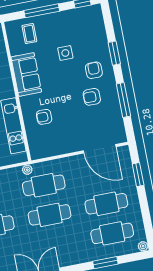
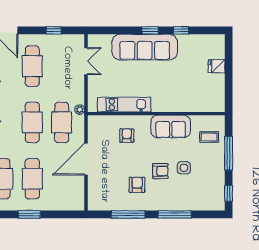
window: (114, 53) -> (175, 214), width x1.44
armchair: (94, 70) -> (160, 171), moved
door: (100, 149) -> (86, 159), moved
window: (138, 175) -> (29, 214), moved

